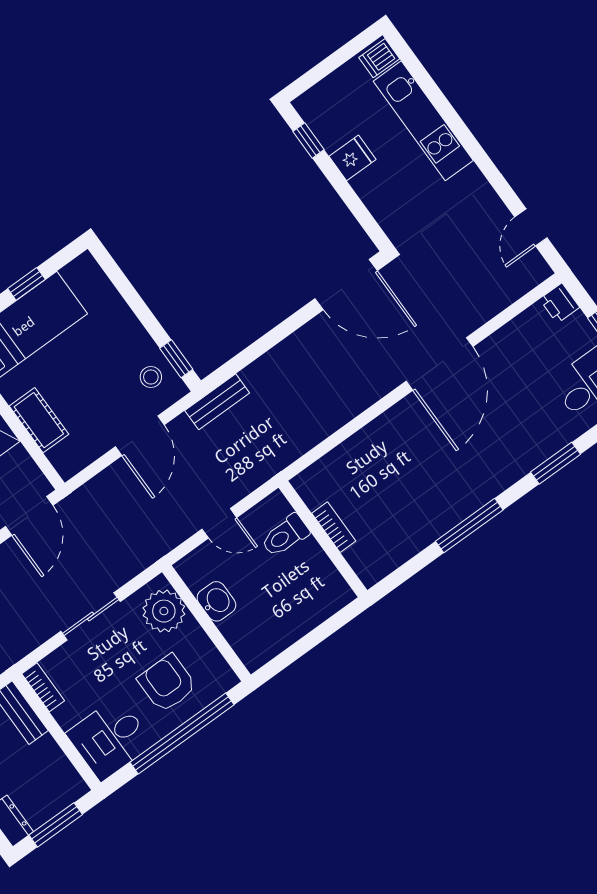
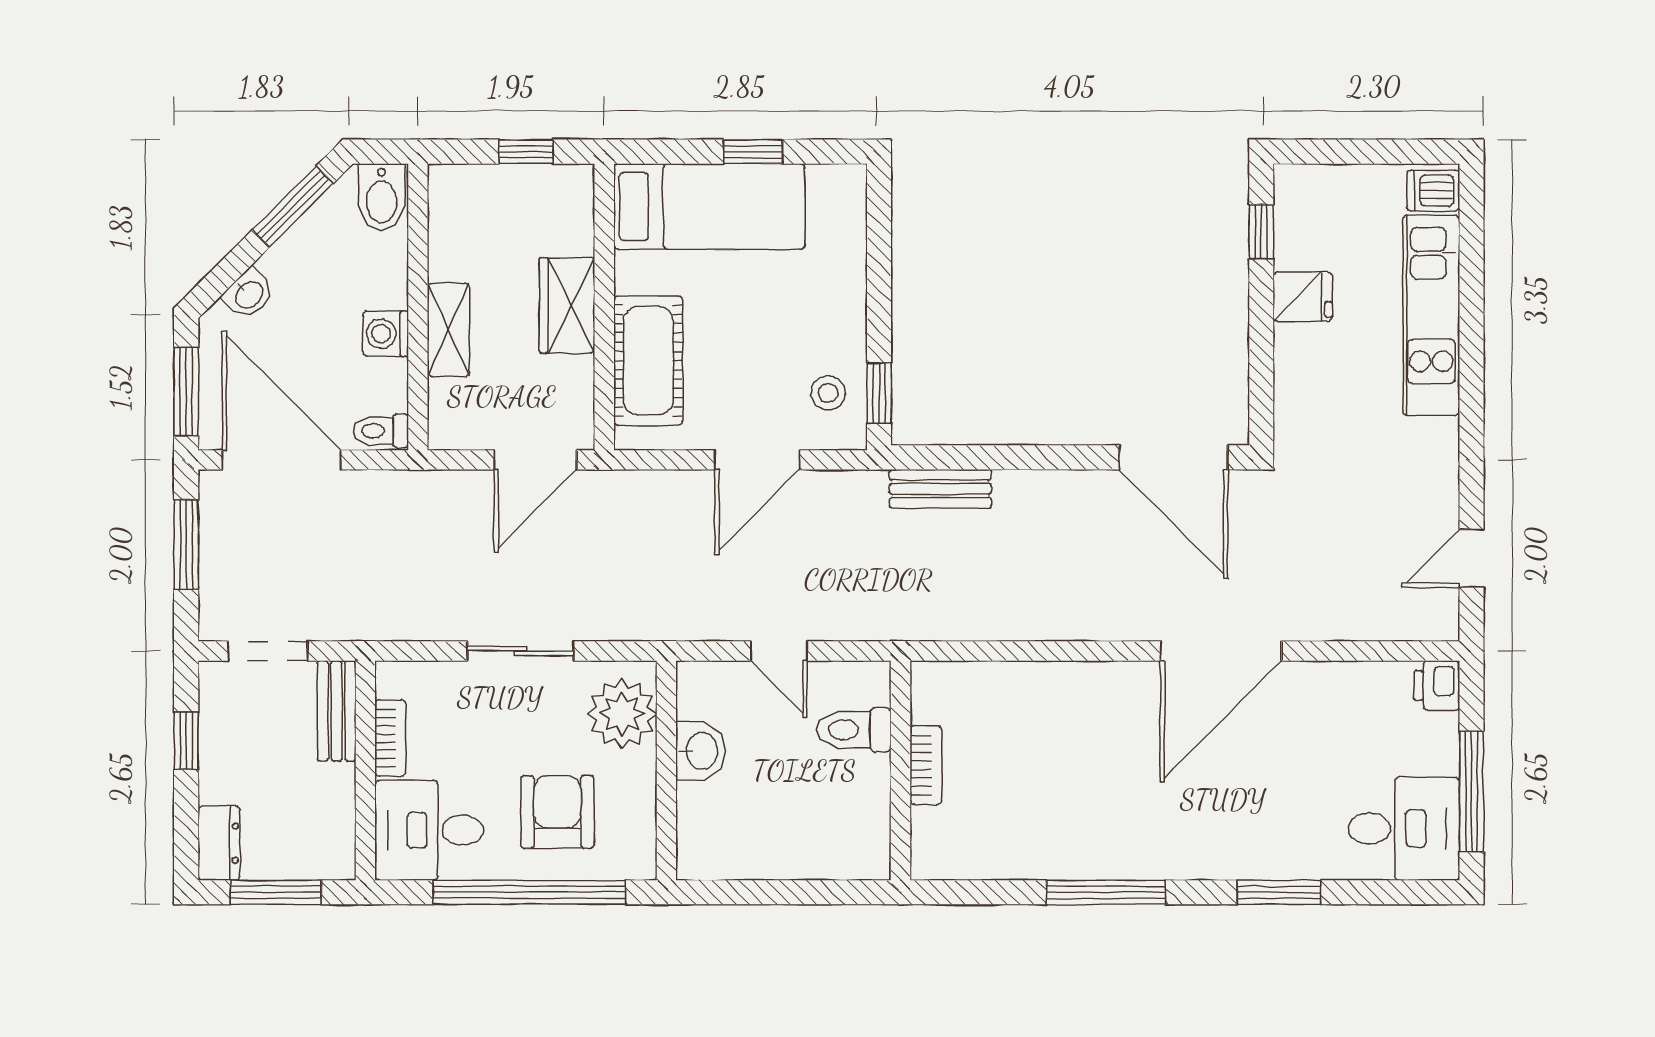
bench: (217, 402) -> (940, 489), moved
cot: (39, 420) -> (648, 361), width x1.37, depth x1.34
bookcase: (43, 687) -> (390, 738), moved

